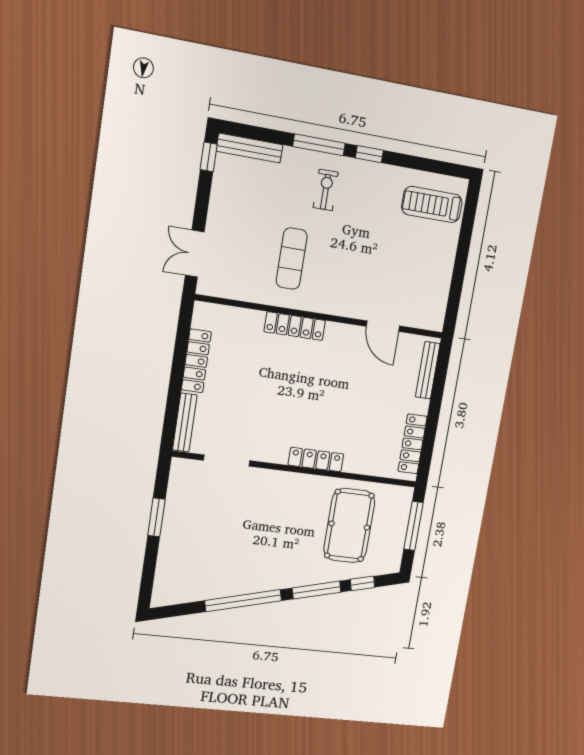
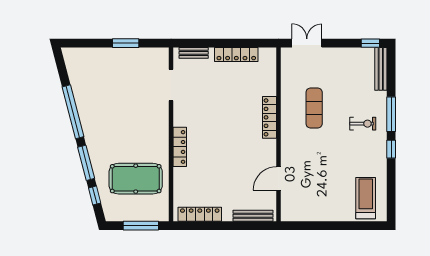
exercise mat: (292, 259) -> (314, 108), turned 90
bench: (185, 422) -> (194, 53), width x0.73

